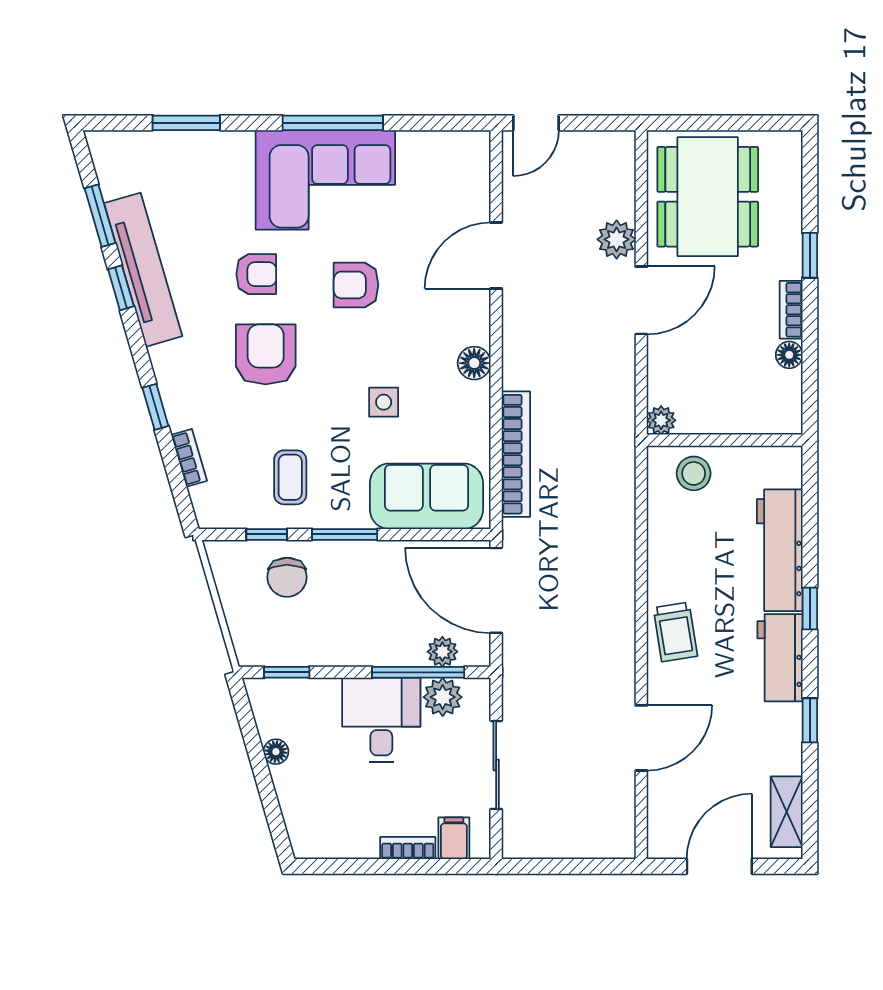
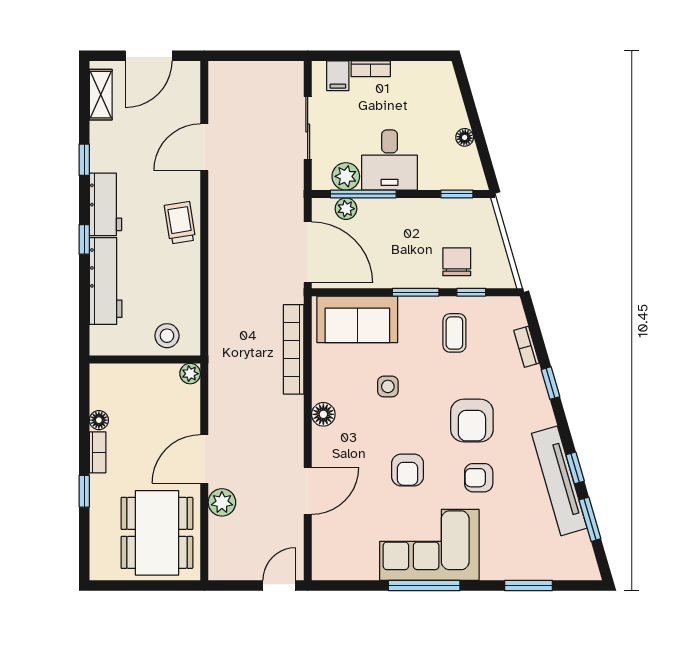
armchair: (356, 285) -> (408, 470), turned 90

